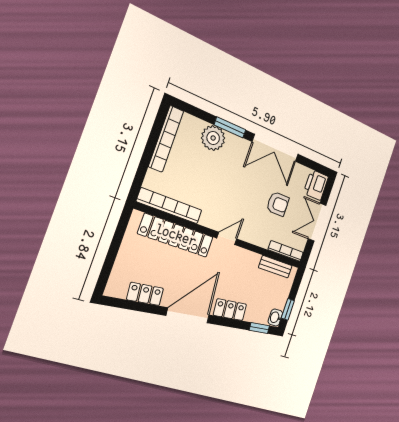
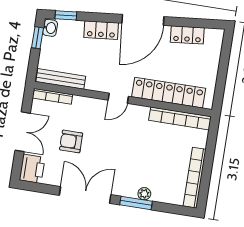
plant: (213, 138) -> (144, 194), width x0.53, depth x0.53
bench: (275, 267) -> (61, 79), width x1.36

